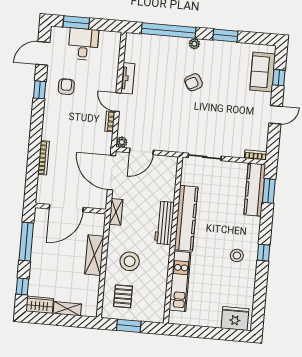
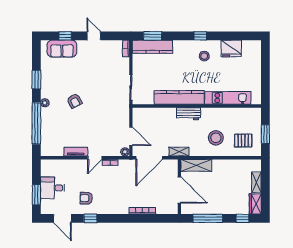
workbench: (164, 223) -> (189, 114), width x0.73
shelving: (94, 255) -> (196, 165), moved
fridge: (235, 319) -> (231, 49), moved, turned -90

